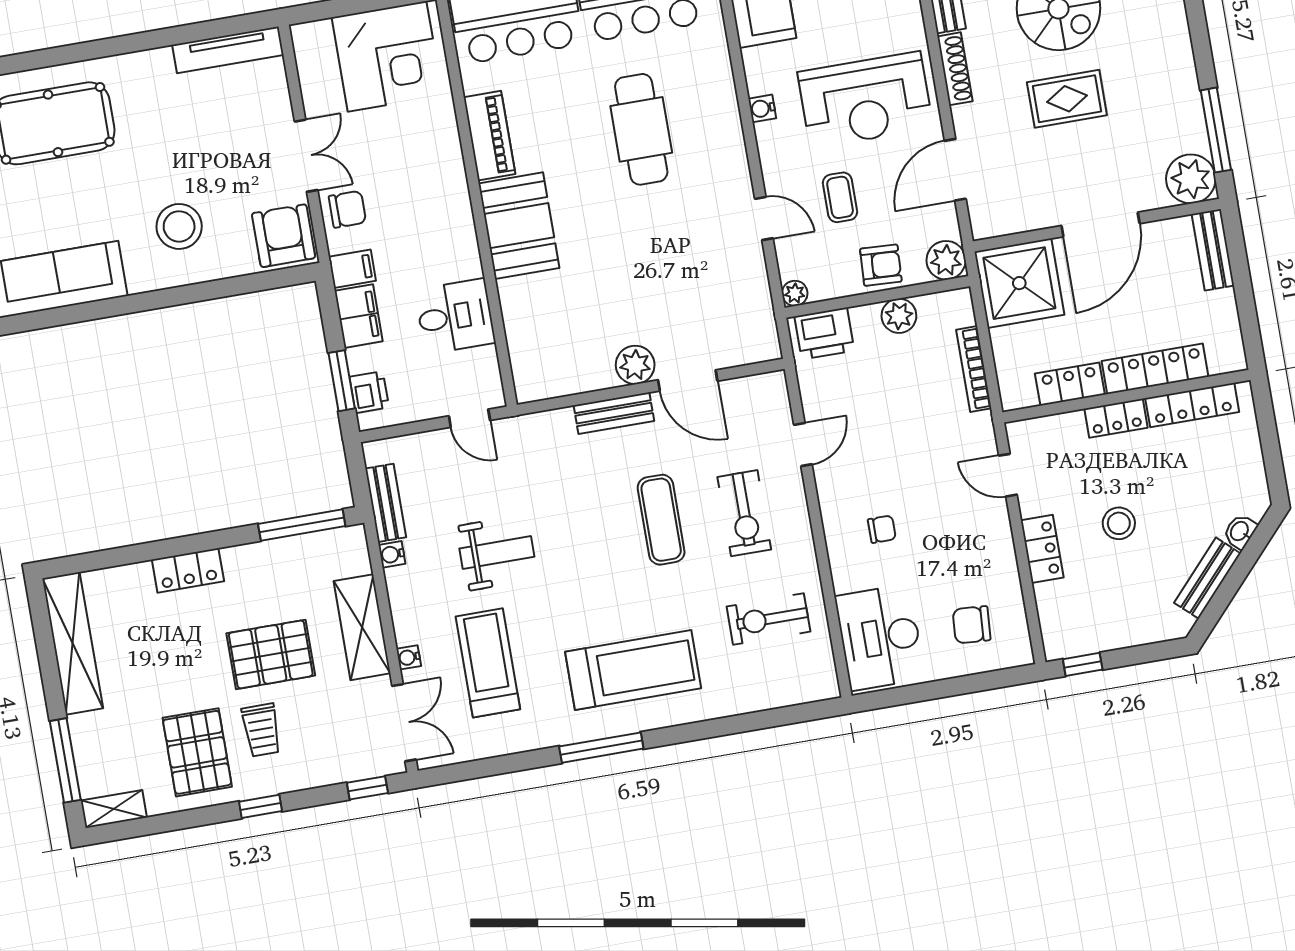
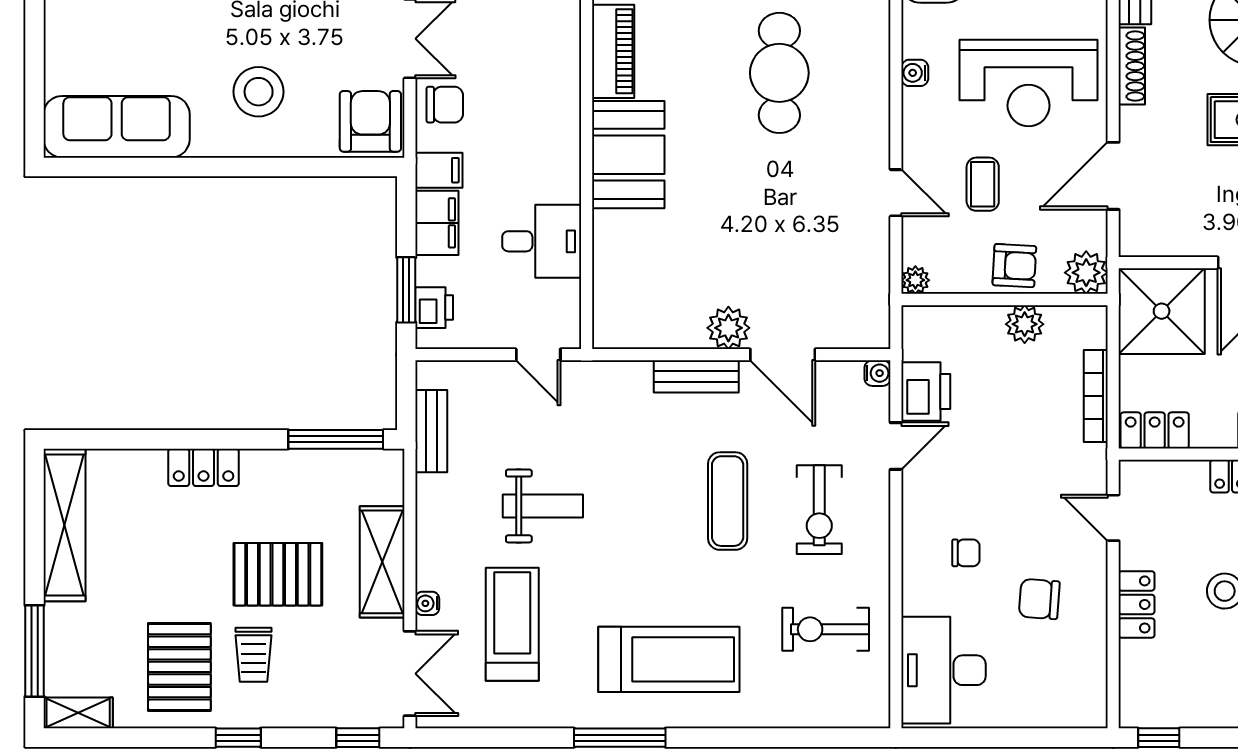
printer: (824, 334) -> (926, 392), moved, turned -90
locker: (1070, 384) -> (1155, 430), moved
water cooler: (392, 554) -> (878, 373), moved, turned 180
chair: (972, 625) -> (1039, 599), moved

